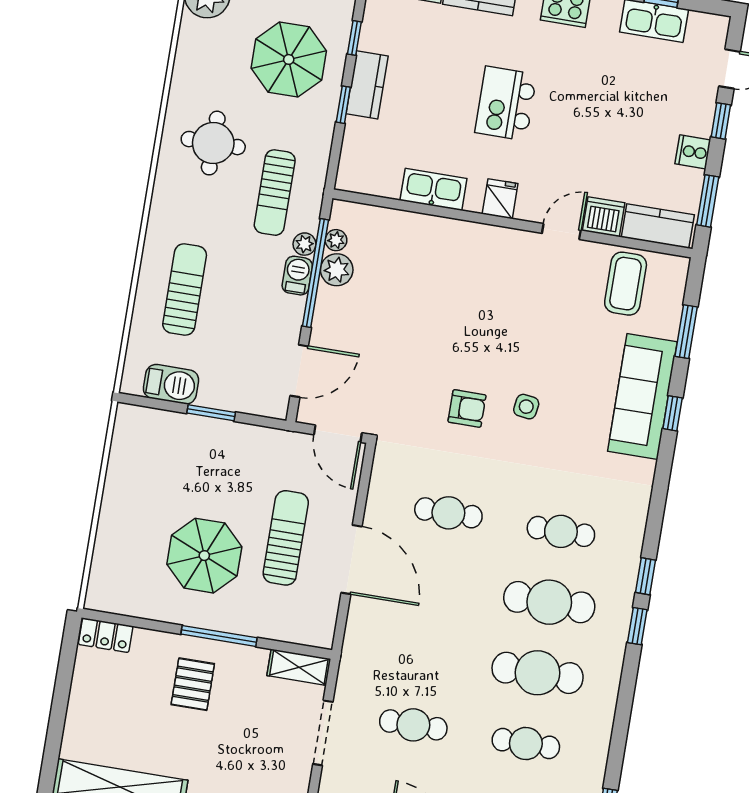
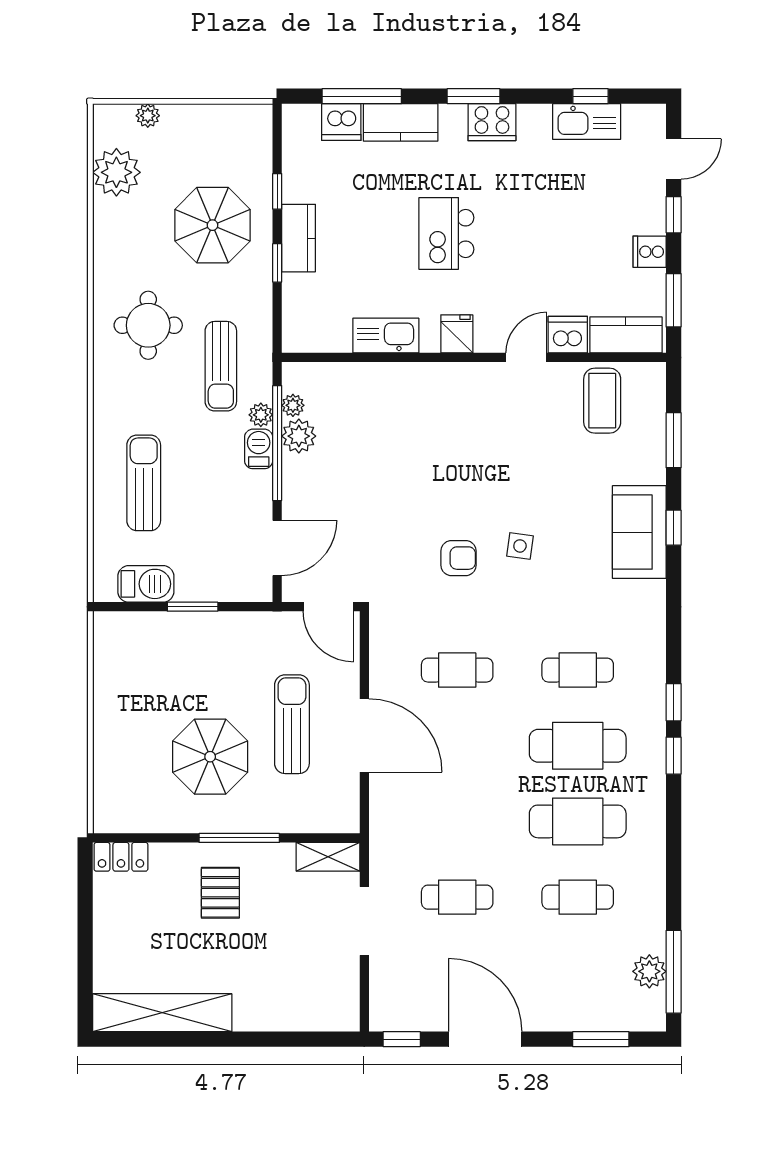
sofa: (642, 396) -> (639, 532), width x0.73

